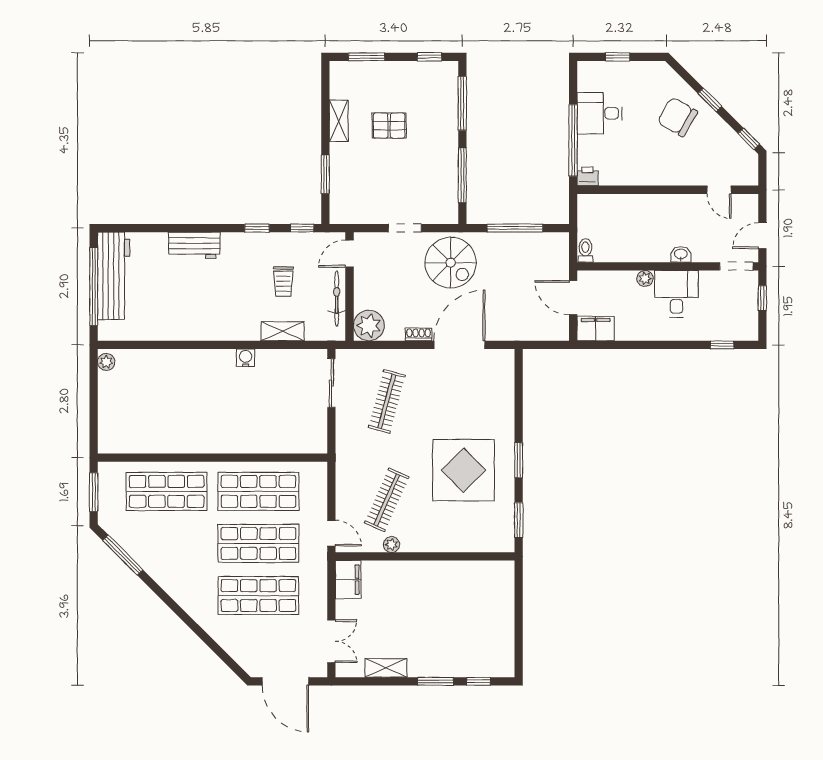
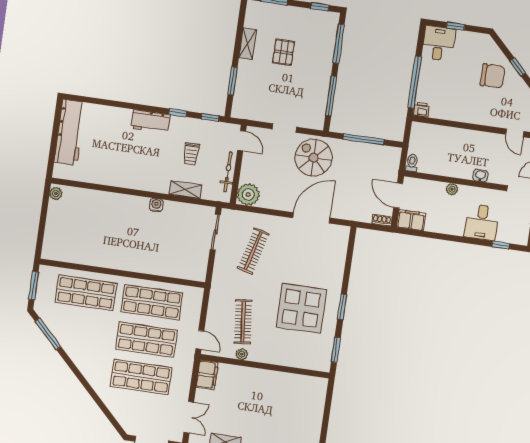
desk: (600, 113) -> (439, 43), moved, turned 90
chair: (677, 117) -> (492, 76), turned 150
pallet: (389, 126) -> (284, 52), turned 90
workbench: (194, 245) -> (150, 121), moved
door: (349, 254) -> (242, 141), swing flipped
spiral stairs: (451, 263) -> (314, 158), turned 180
window: (94, 287) -> (54, 138), removed
desk: (676, 294) -> (482, 222), moved, turned 180
shoe rack: (419, 334) -> (382, 220), moved
clothes rail: (387, 500) -> (243, 322), turned -30

